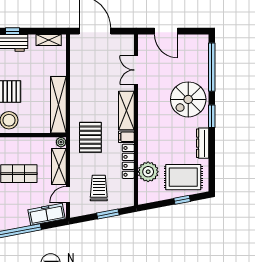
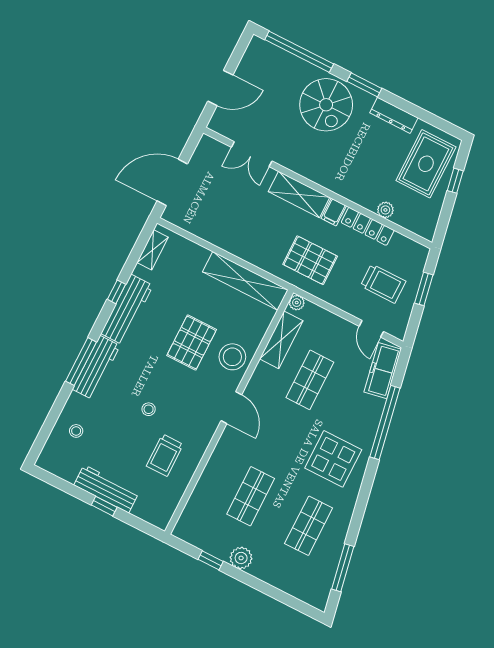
shelving: (59, 166) -> (281, 340), moved, turned 90
plant: (148, 172) -> (385, 210), width x0.53, depth x0.53
trolley: (99, 188) -> (383, 284), turned 180

